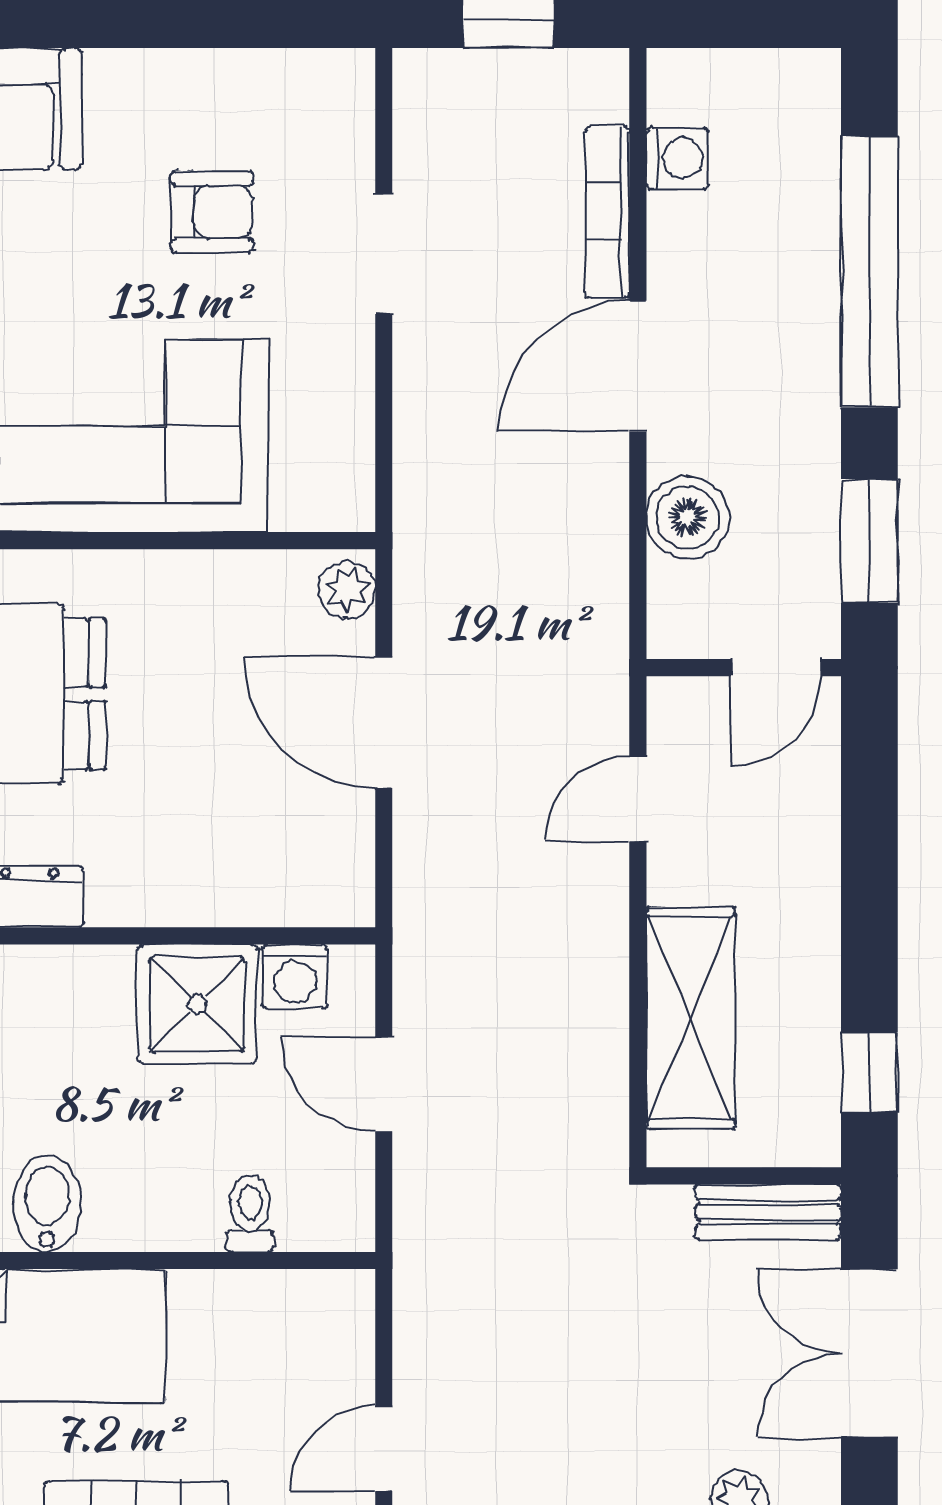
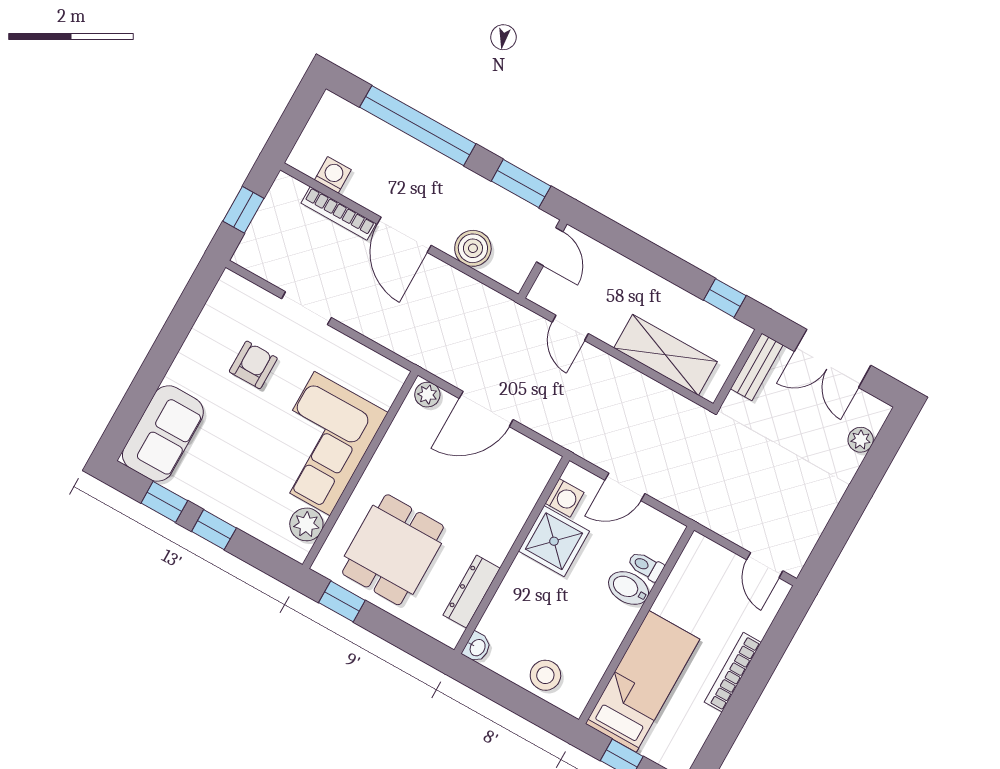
bidet: (47, 1204) -> (629, 588), moved

